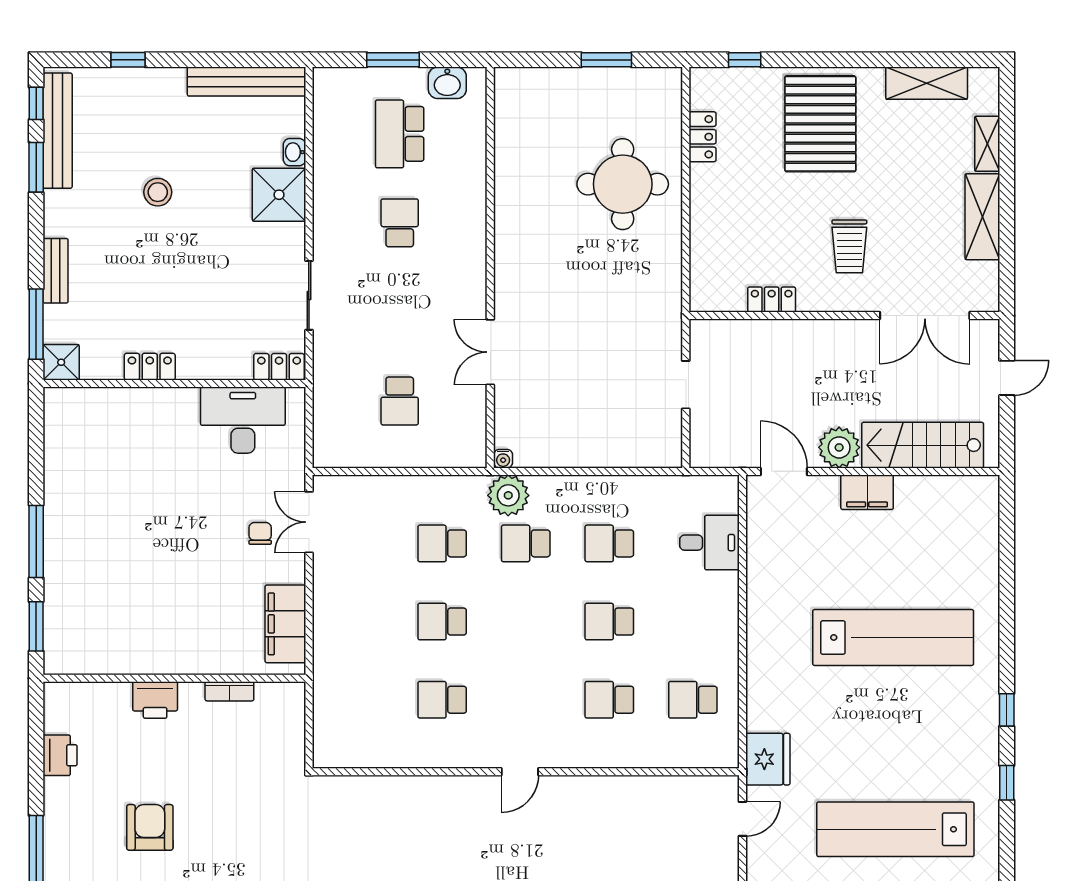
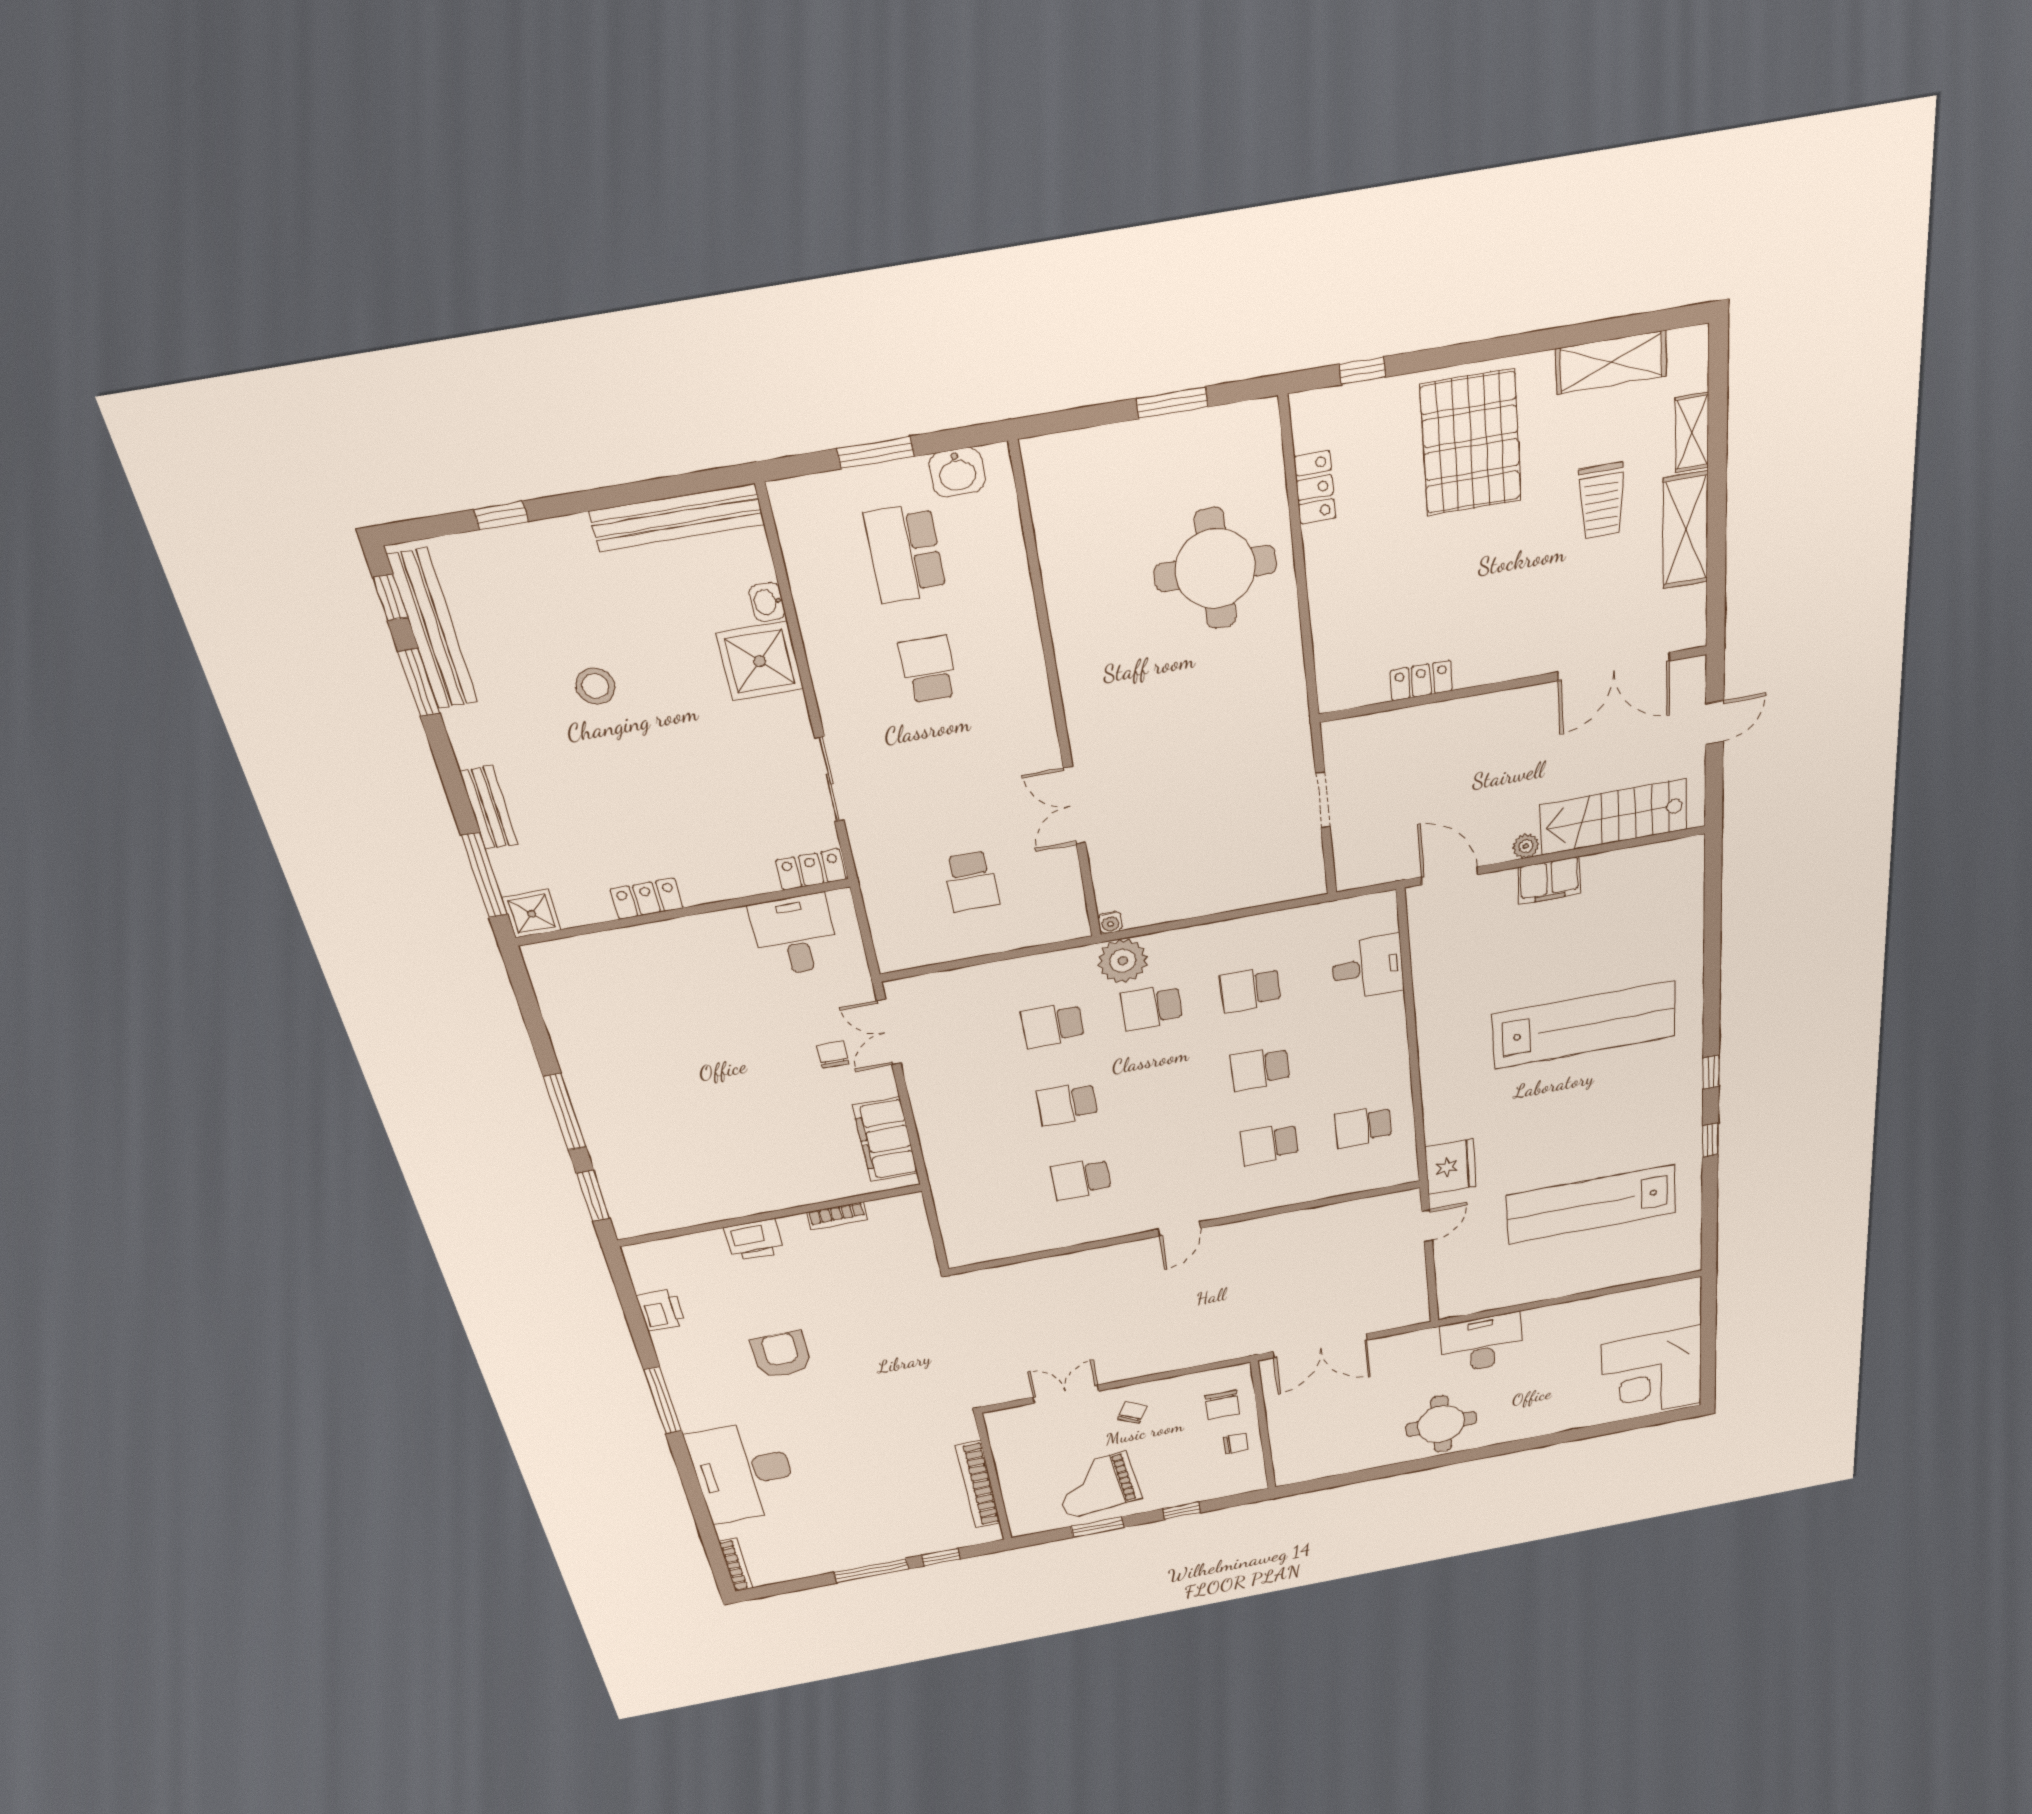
trolley: (849, 246) -> (1601, 501), moved
desk: (243, 420) -> (795, 935), width x0.73
plant: (839, 447) -> (1526, 846), width x0.53, depth x0.53

